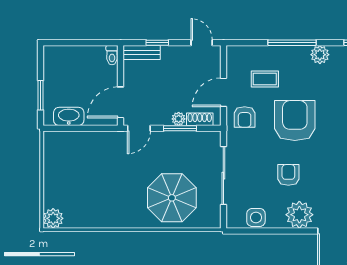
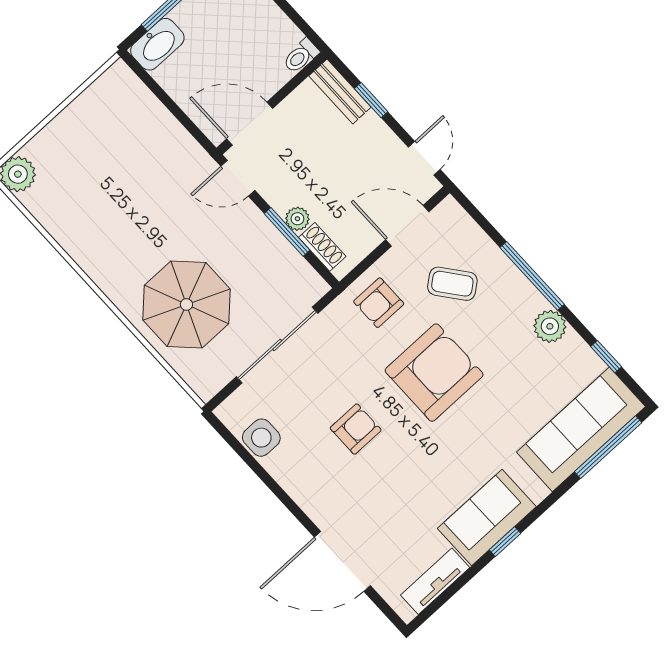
coffee table: (265, 79) -> (452, 284), turned -38
door: (223, 92) -> (407, 226), moved
washbasin: (69, 116) -> (157, 44), moved, turned 90
plant: (299, 215) -> (317, 491), removed

